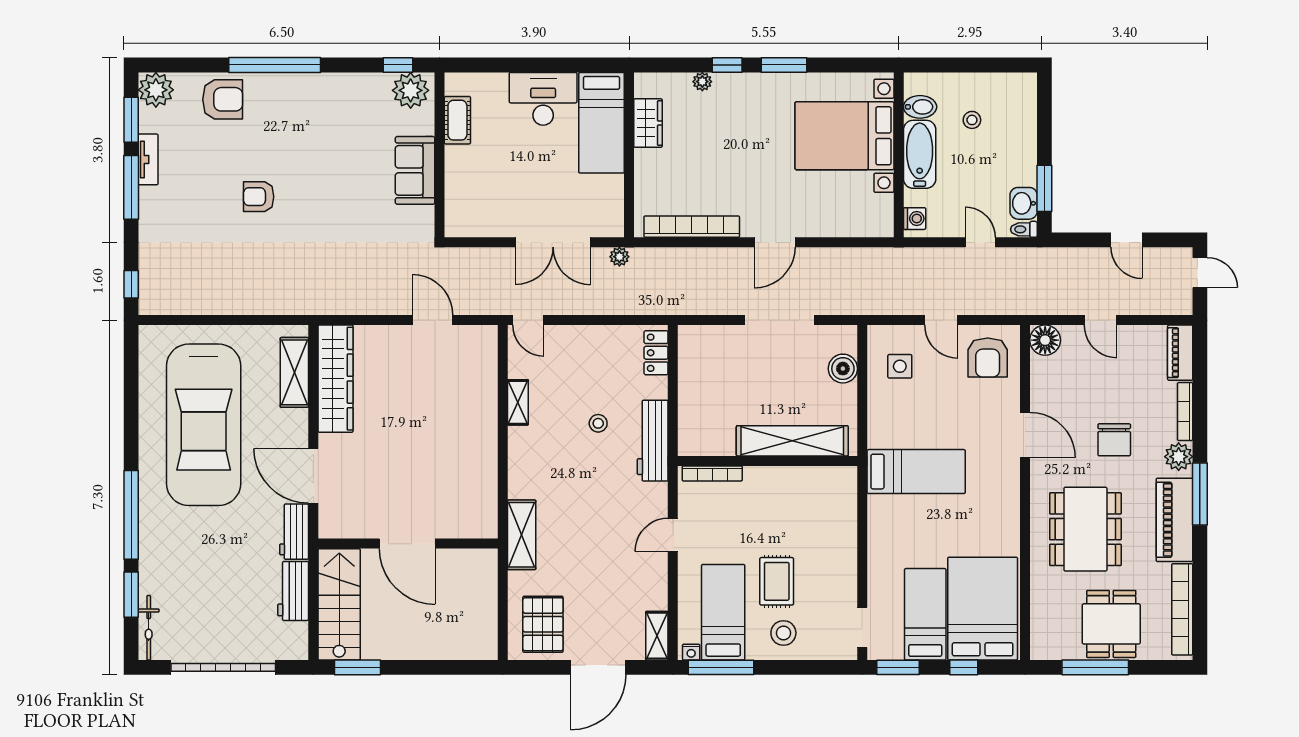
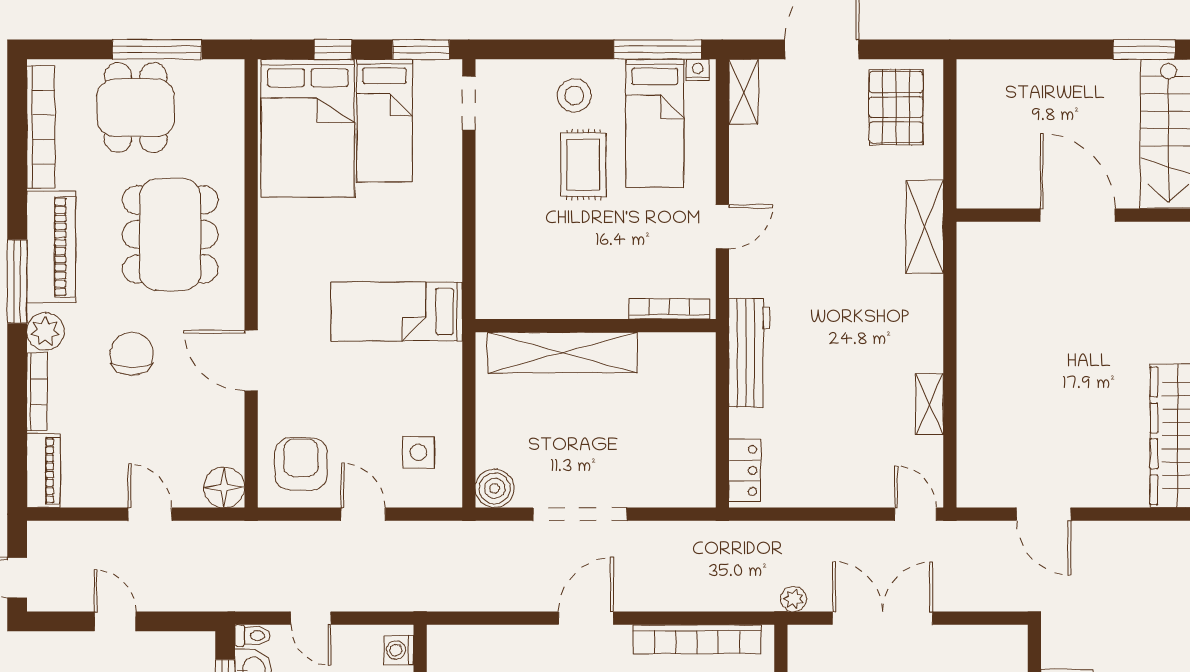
boiler: (843, 369) -> (495, 488), moved
stool: (598, 423) -> (822, 376), removed

